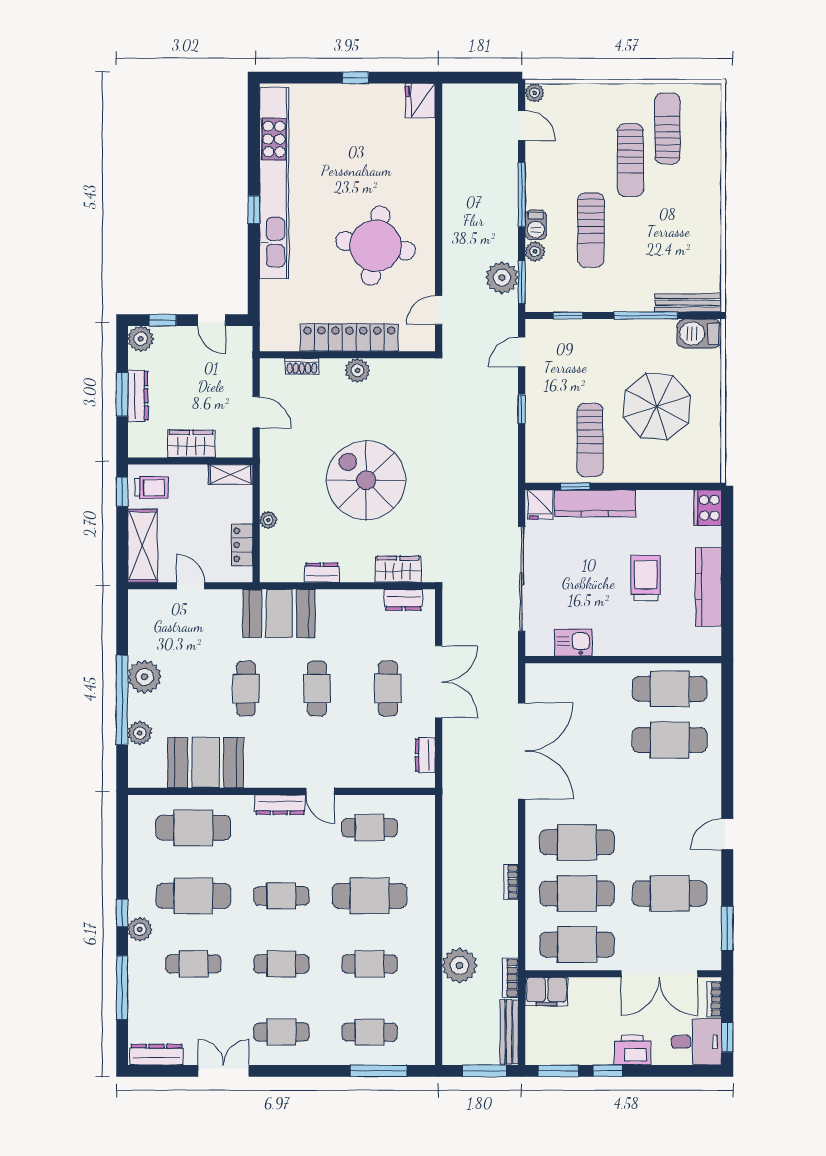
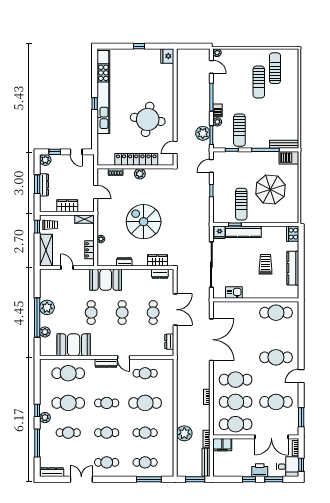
sun lounger: (591, 230) -> (239, 130), moved
cafe table: (670, 740) -> (276, 357), moved
window: (558, 1071) -> (274, 479), moved

